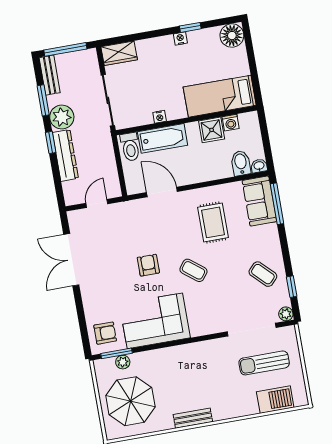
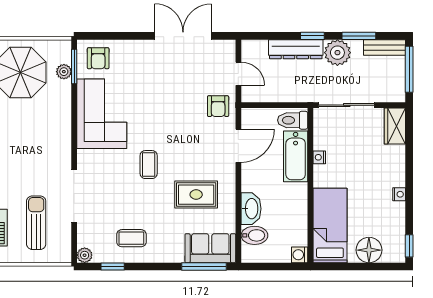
window: (190, 27) -> (409, 246), moved
floor lamp: (232, 36) -> (369, 250), moved
washing machine: (231, 123) -> (300, 255), moved
shower: (212, 130) -> (295, 210), removed
washbasin: (259, 166) -> (251, 209), moved, width x1.91, depth x1.45
armchair: (148, 265) -> (218, 106), moved, turned 90
coffee table: (193, 270) -> (149, 165), turned -38
coffee table: (263, 274) -> (131, 238), turned 45
doorway: (252, 330) -> (74, 196), moved

